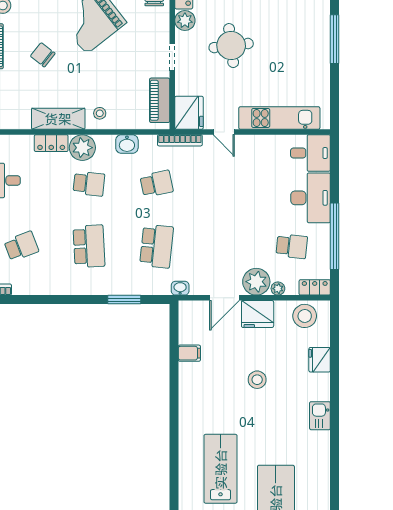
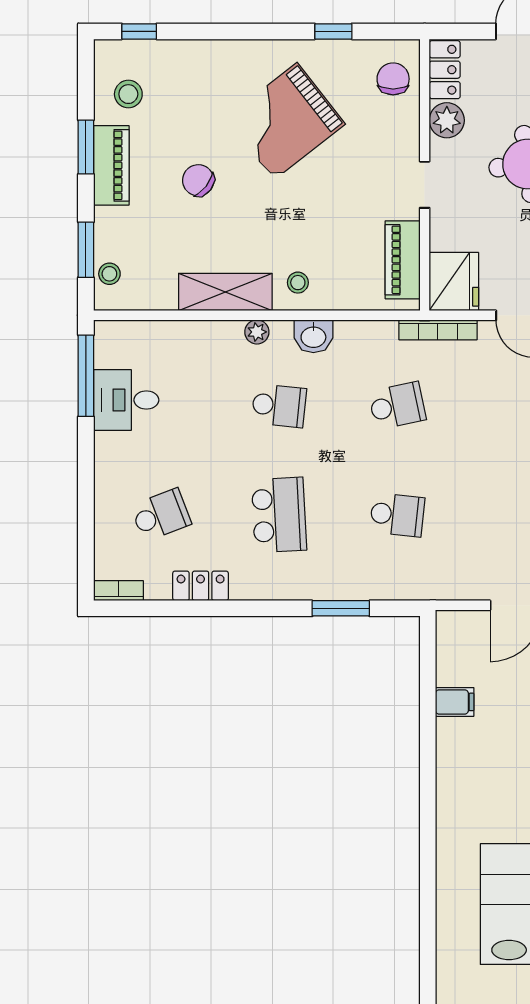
locker: (51, 143) -> (201, 586), moved, turned 180
washbasin: (127, 144) -> (313, 336), moved
plant: (82, 148) -> (257, 332), width x0.53, depth x0.53
school desk: (157, 246) -> (397, 515), width x0.54
washbasin: (180, 288) -> (438, 588), removed

